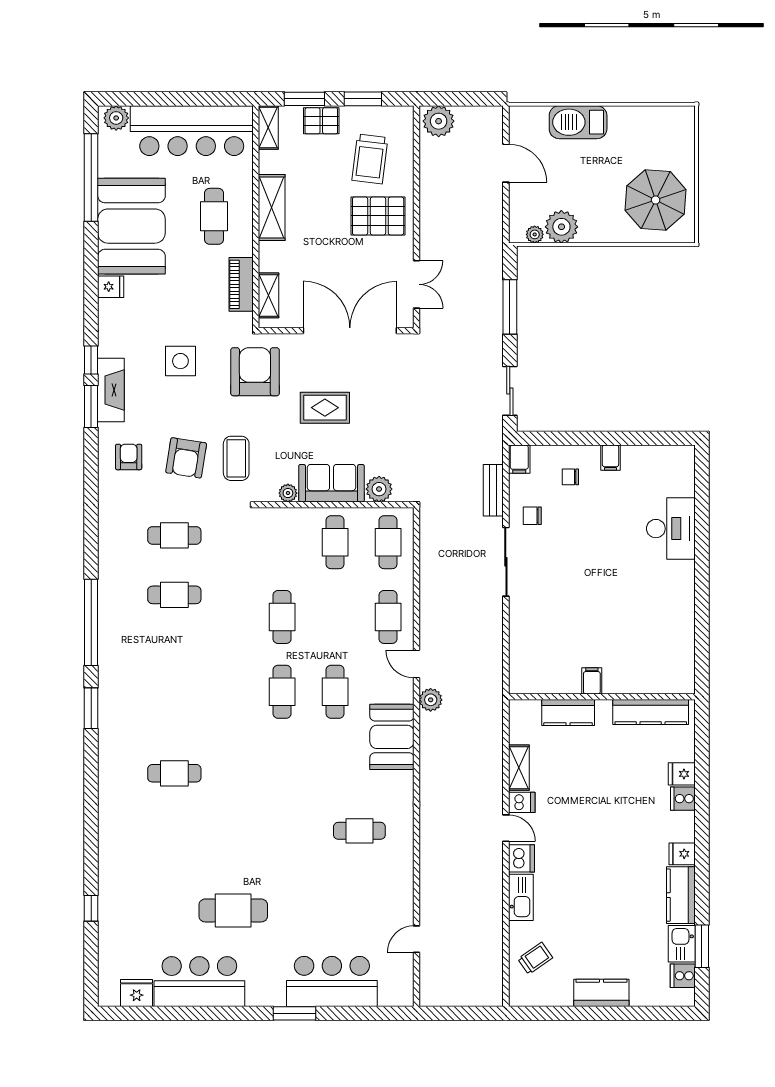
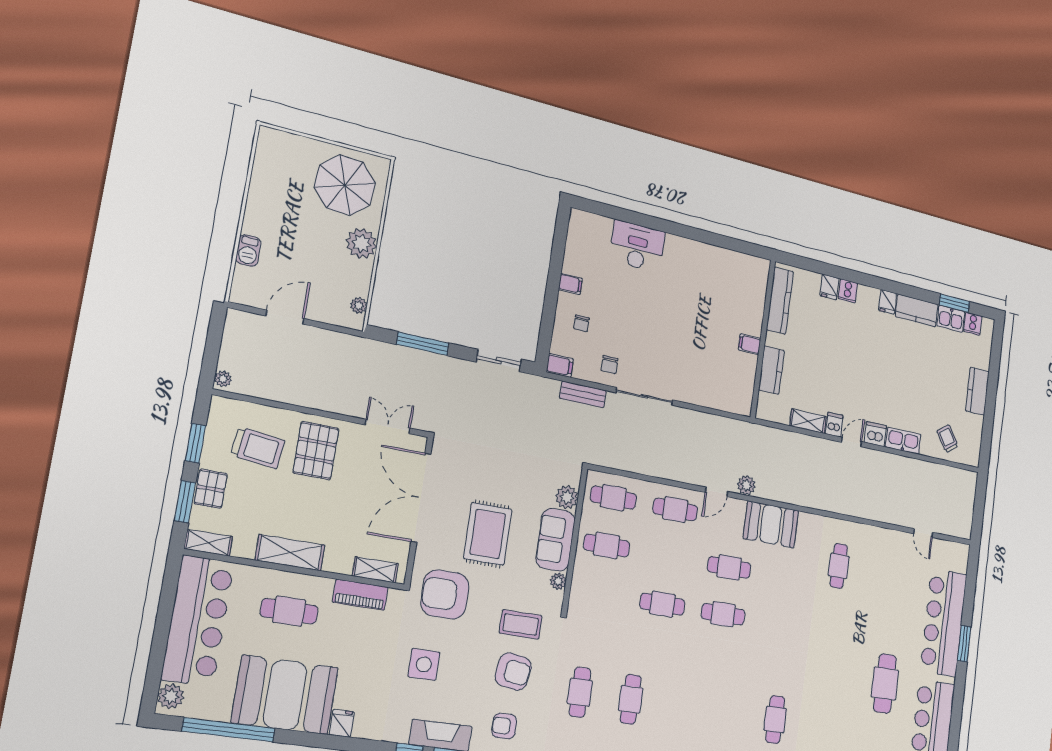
plant: (439, 121) -> (223, 379), width x0.53, depth x0.53
barbecue: (578, 122) -> (248, 251), width x0.53, depth x0.65
plant: (561, 227) -> (361, 243), moved
rug: (325, 408) -> (488, 534), width x1.36, depth x1.43
bar counter: (332, 981) -> (944, 623), width x1.36

